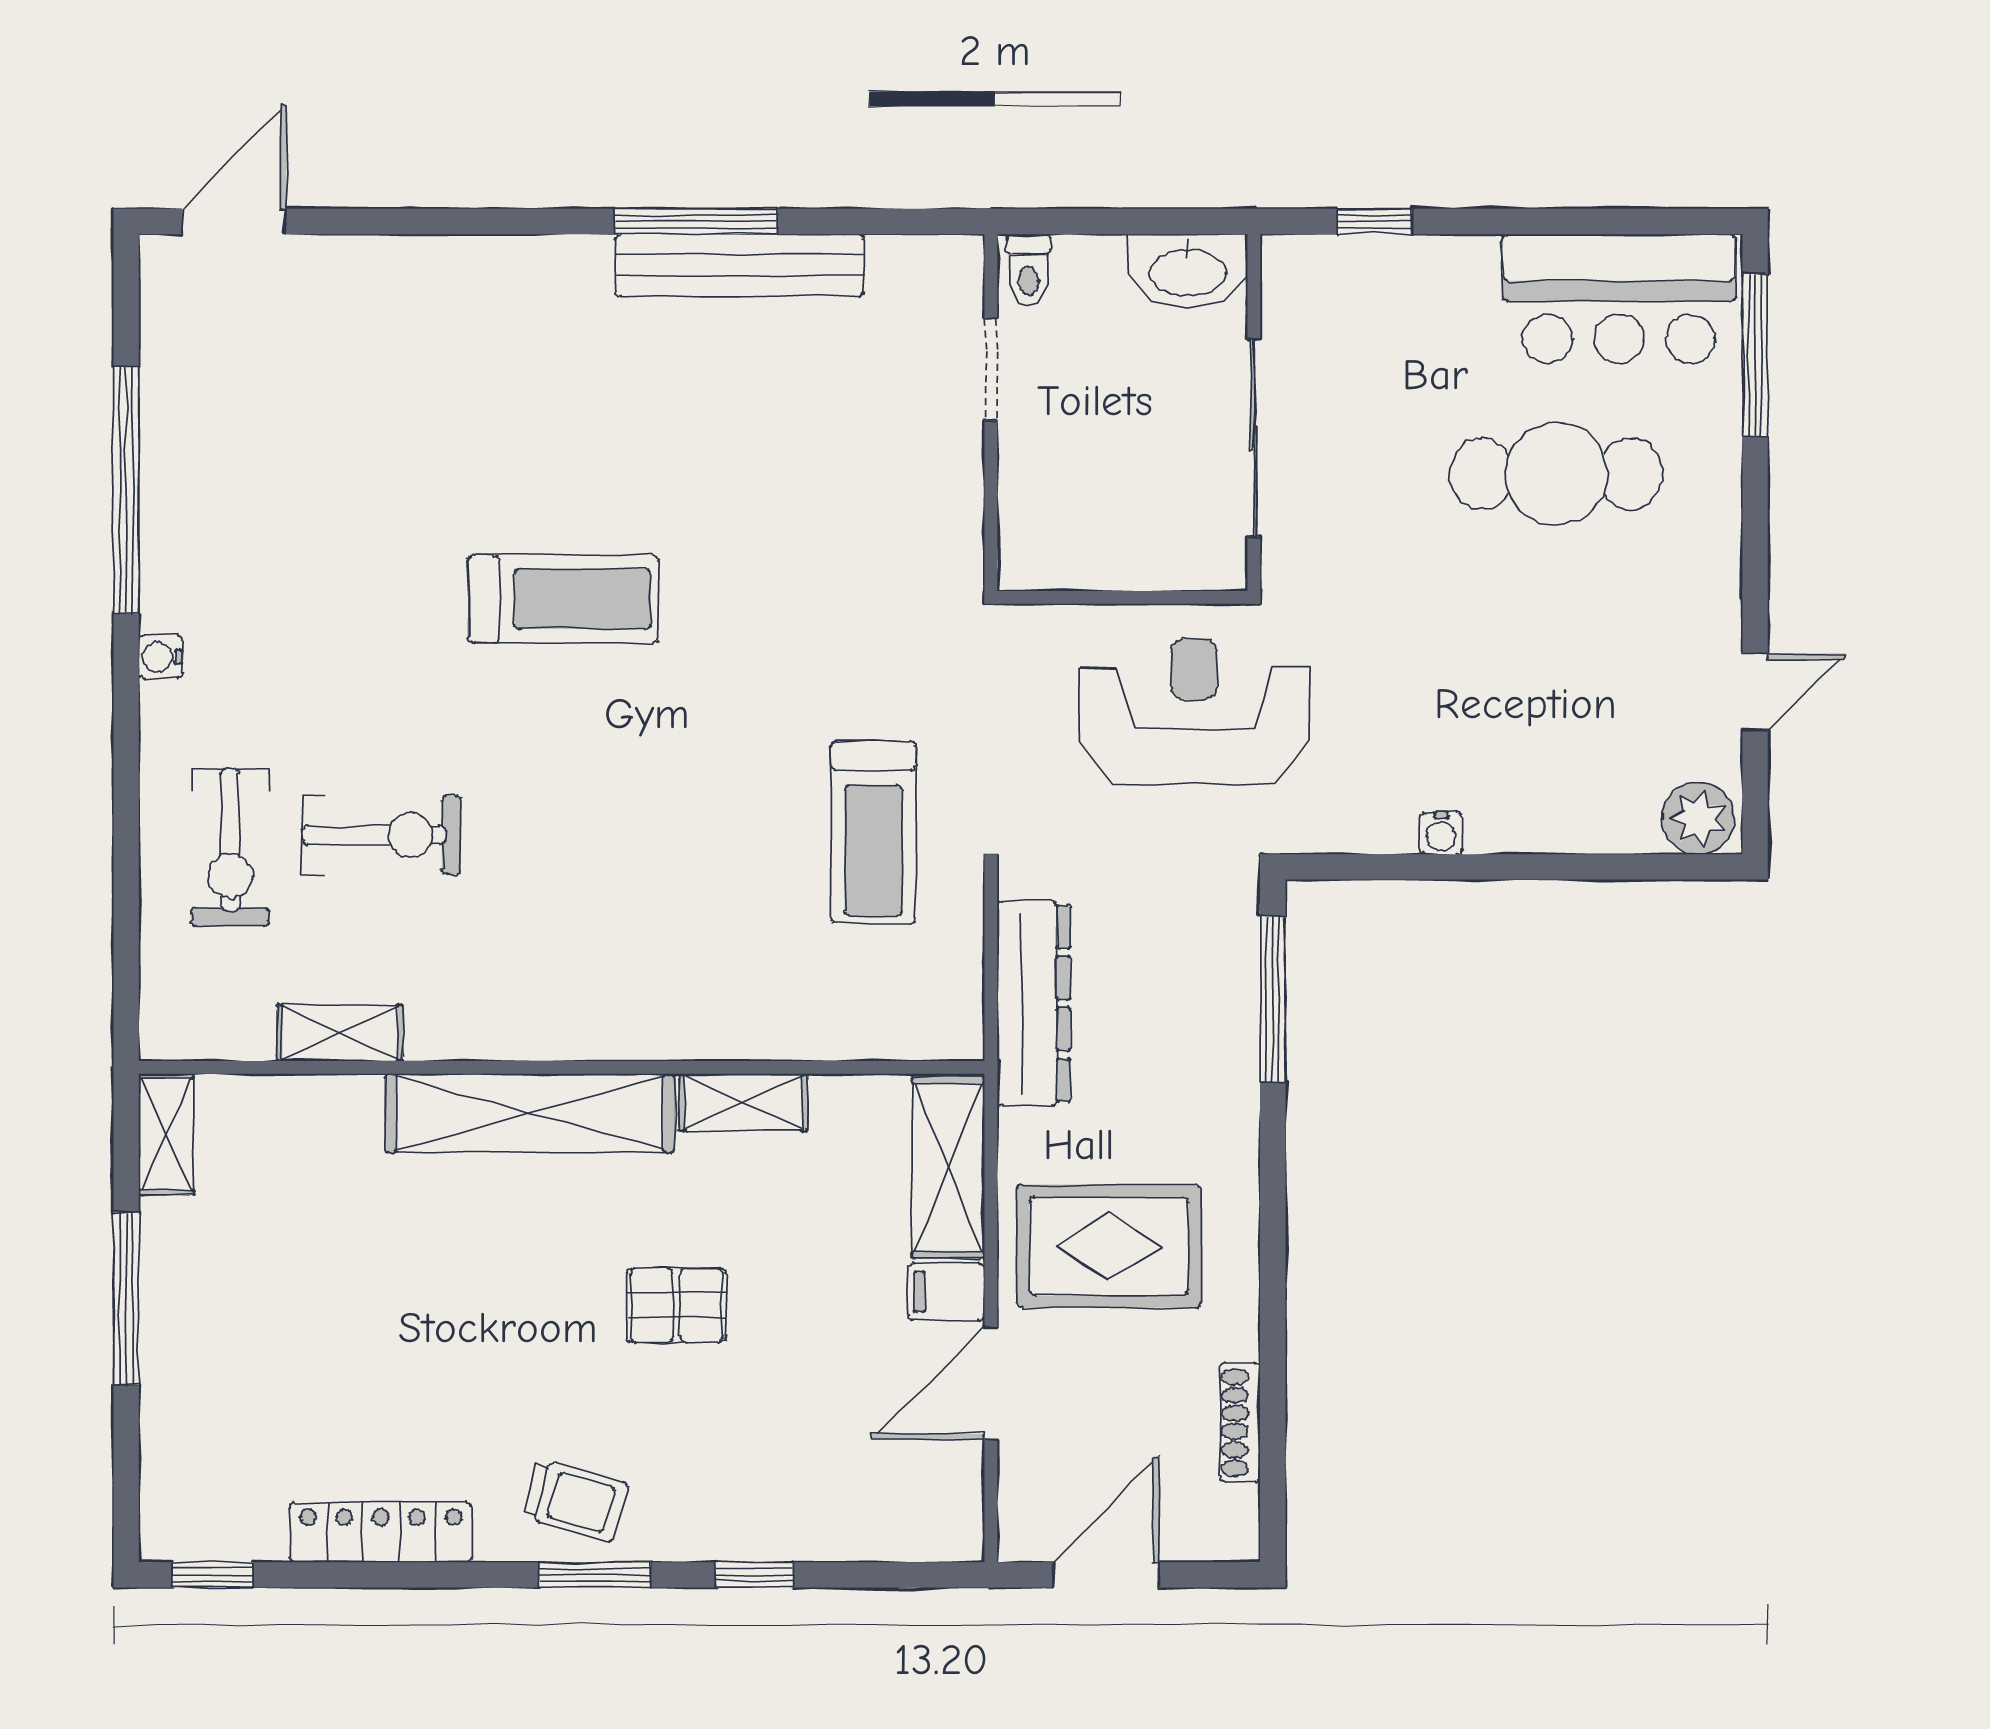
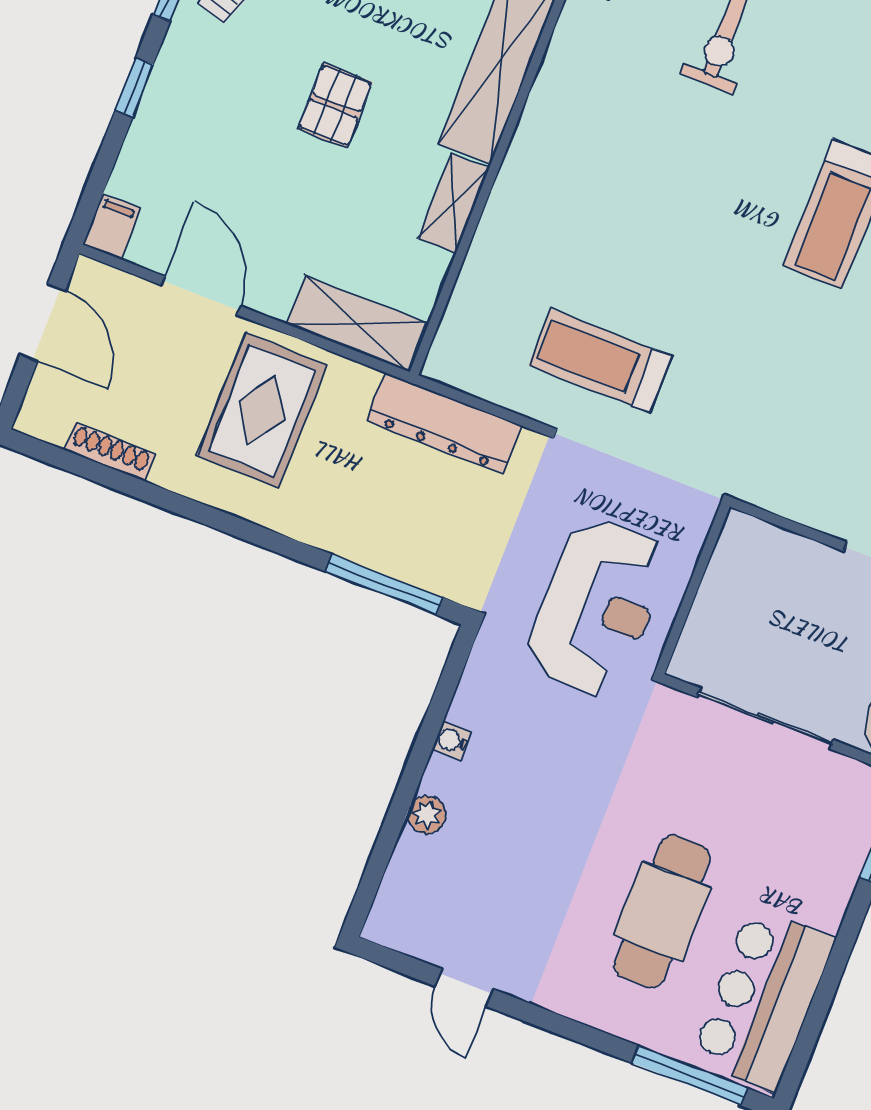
plant: (1698, 818) -> (427, 815), moved, width x0.73, depth x0.73
filing cabinet: (946, 1292) -> (112, 226), moved

